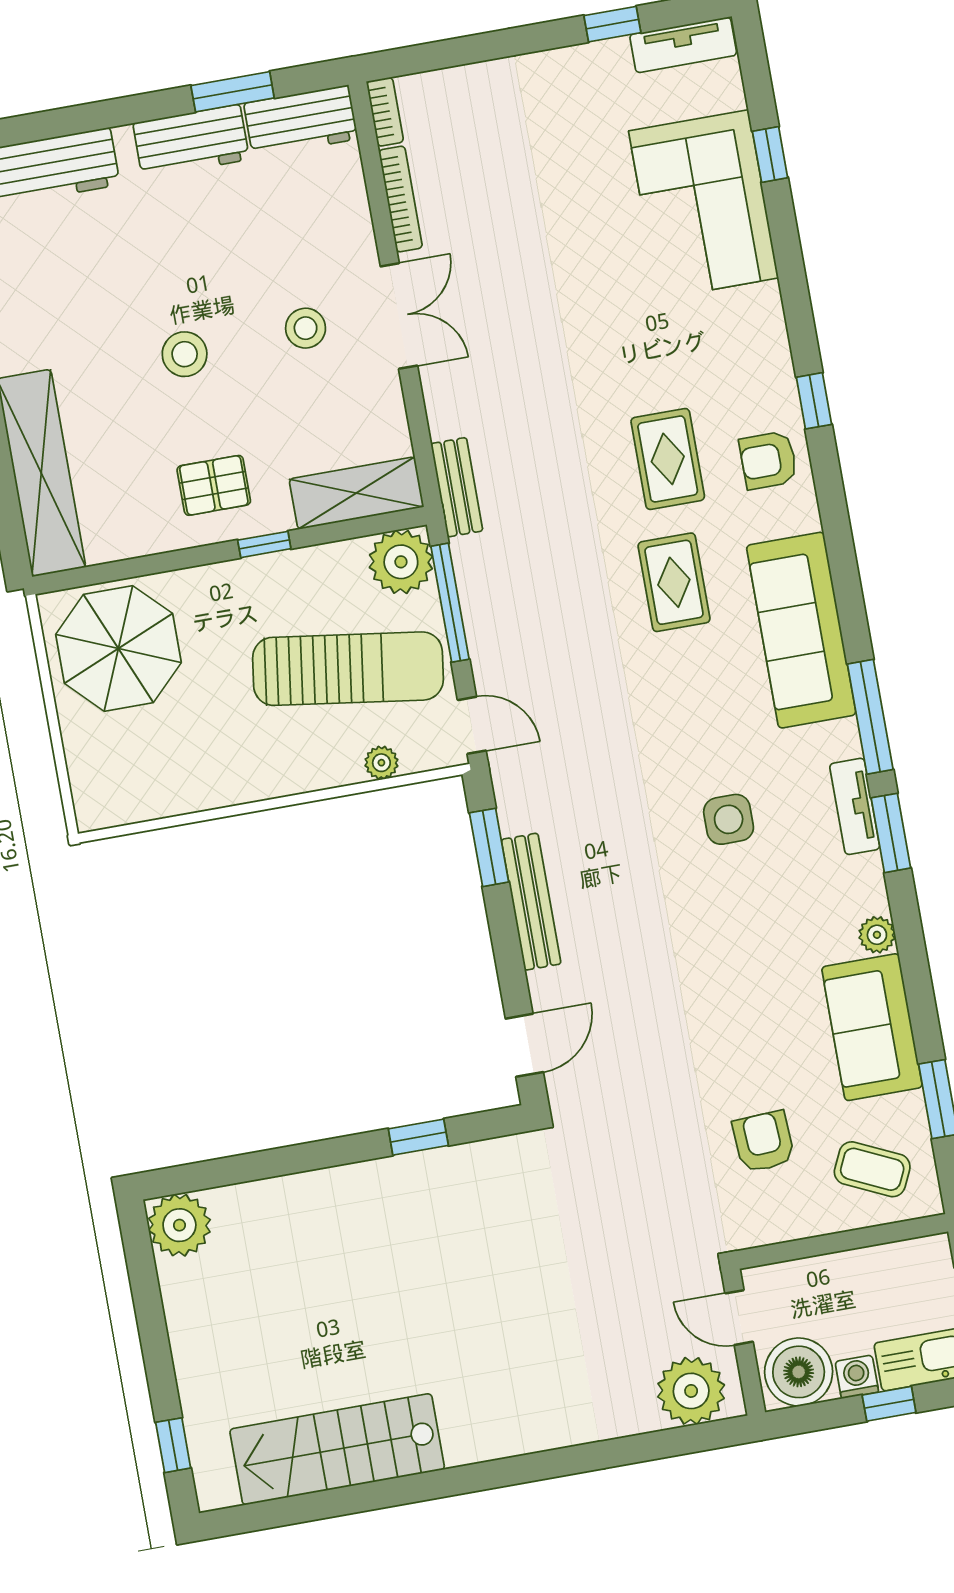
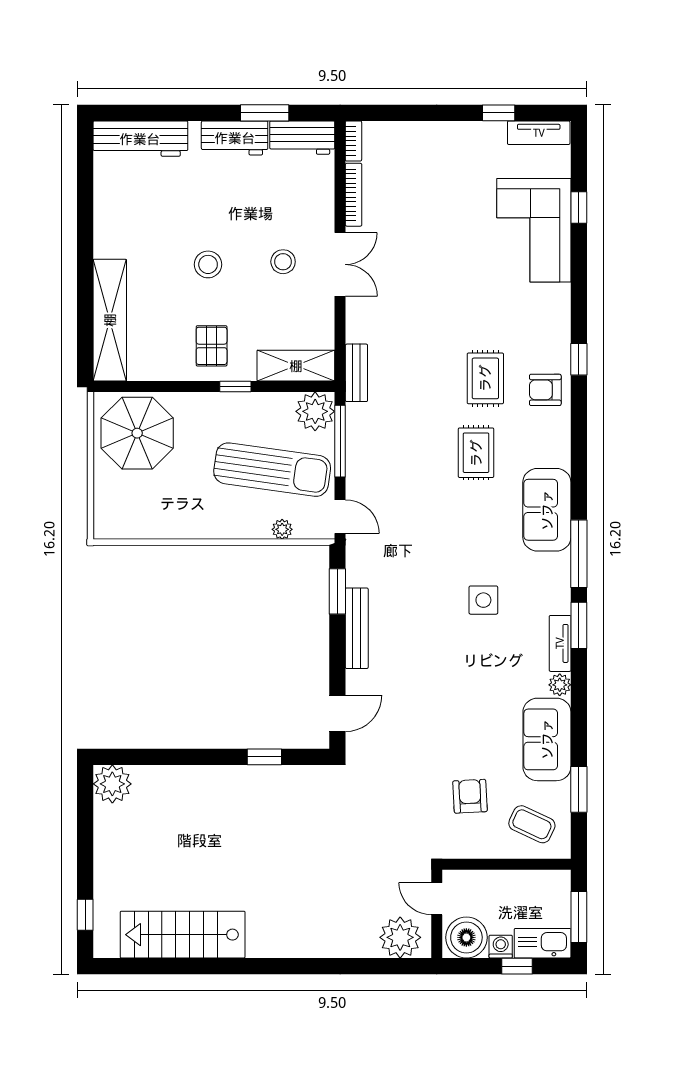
pallet: (214, 485) -> (212, 346), turned 90
sofa: (801, 630) -> (547, 510), width x0.73
tv unit: (855, 806) -> (560, 643), moved

